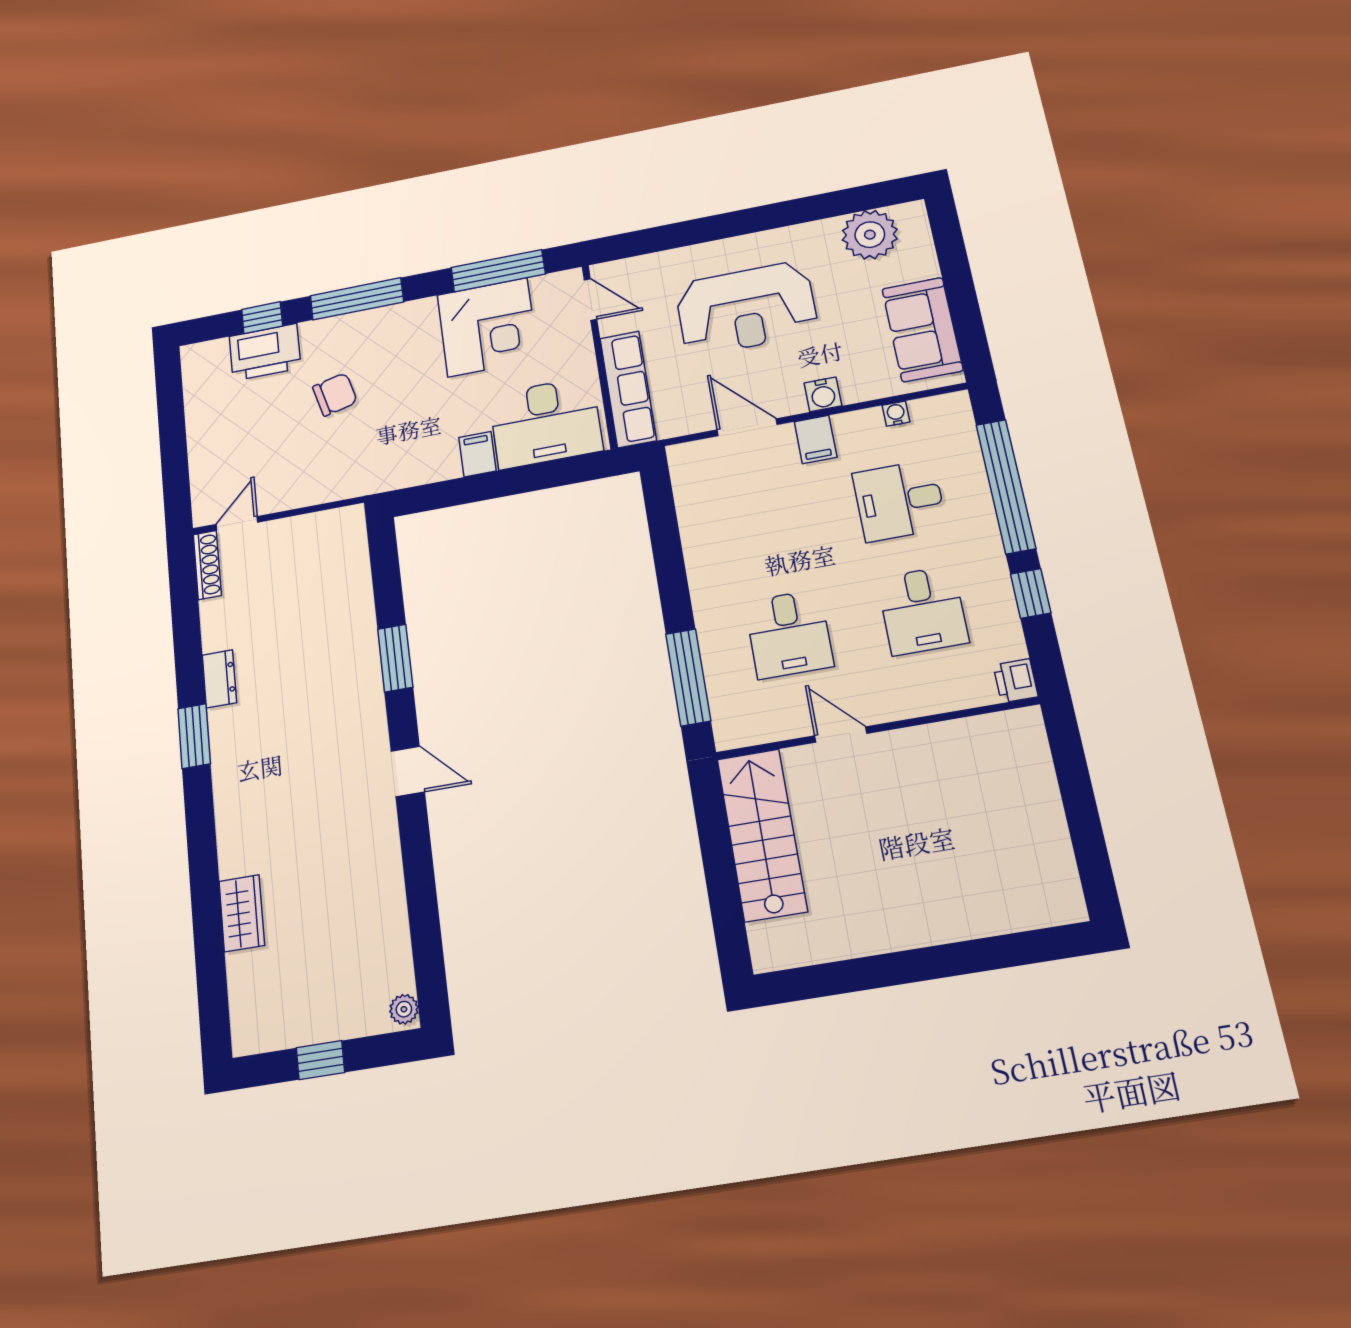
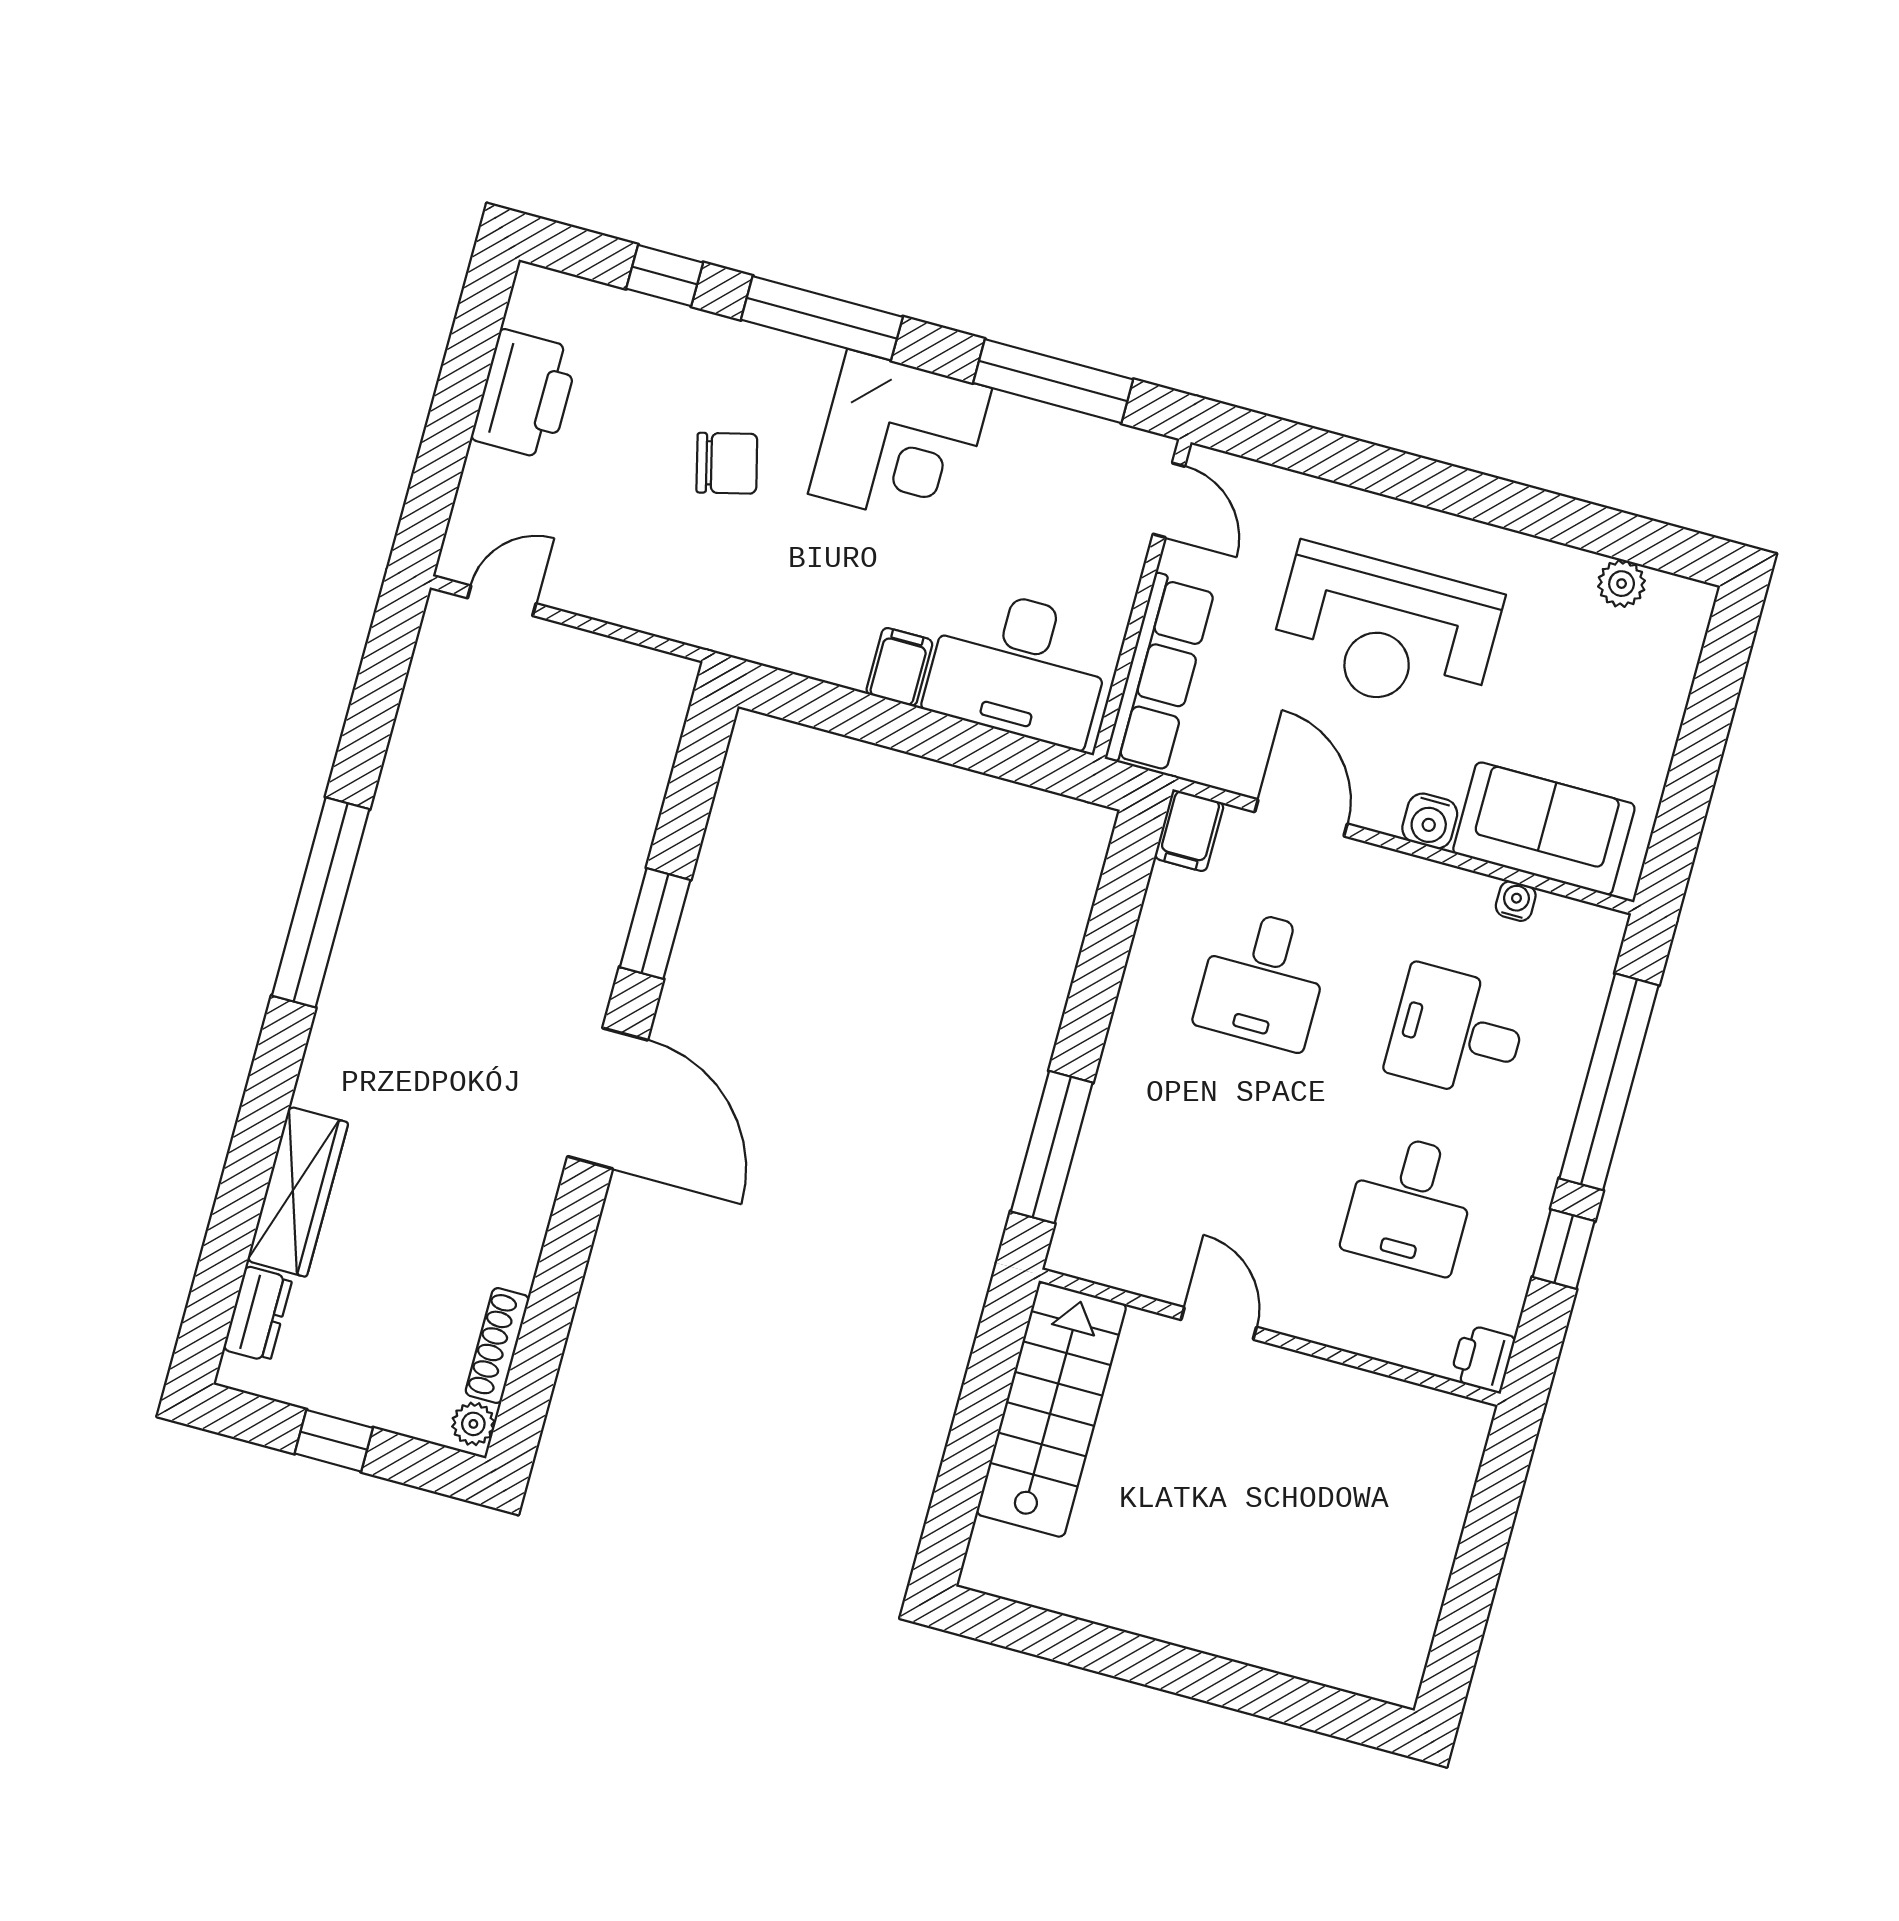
plant: (870, 235) -> (1622, 584), width x0.53, depth x0.53
corner desk: (488, 327) -> (900, 441), moved
sofa: (922, 329) -> (1544, 829), moved, turned 90
printer: (265, 352) -> (525, 394), moved, turned -90
filing cabinet: (816, 439) -> (1189, 831), moved
shoe rack: (207, 565) -> (497, 1345), moved, turned 180
desk: (789, 634) -> (1263, 979), moved
dresser: (219, 679) -> (258, 1314), moved
window: (194, 736) -> (321, 902), width x2.11
door: (408, 771) -> (608, 1098), width x1.87
wardrobe: (242, 913) -> (298, 1192), width x1.50

